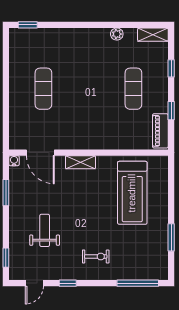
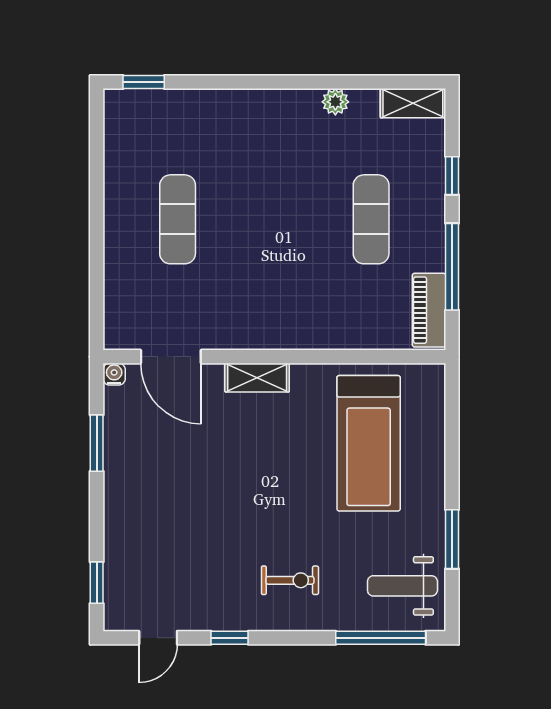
window: (171, 111) -> (452, 267), width x2.17
weight bench: (45, 230) -> (402, 586), moved, turned -90

